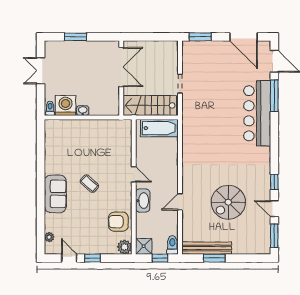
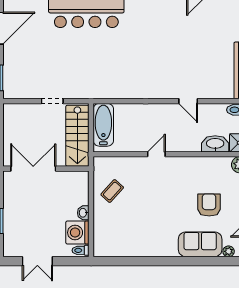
coffee table: (89, 184) -> (112, 191), moved
sofa: (55, 194) -> (200, 244), moved
washbasin: (143, 201) -> (215, 144), moved
spiral stairs: (228, 202) -> (189, 46), removed
armchair: (118, 222) -> (209, 205), moved, turned 180

